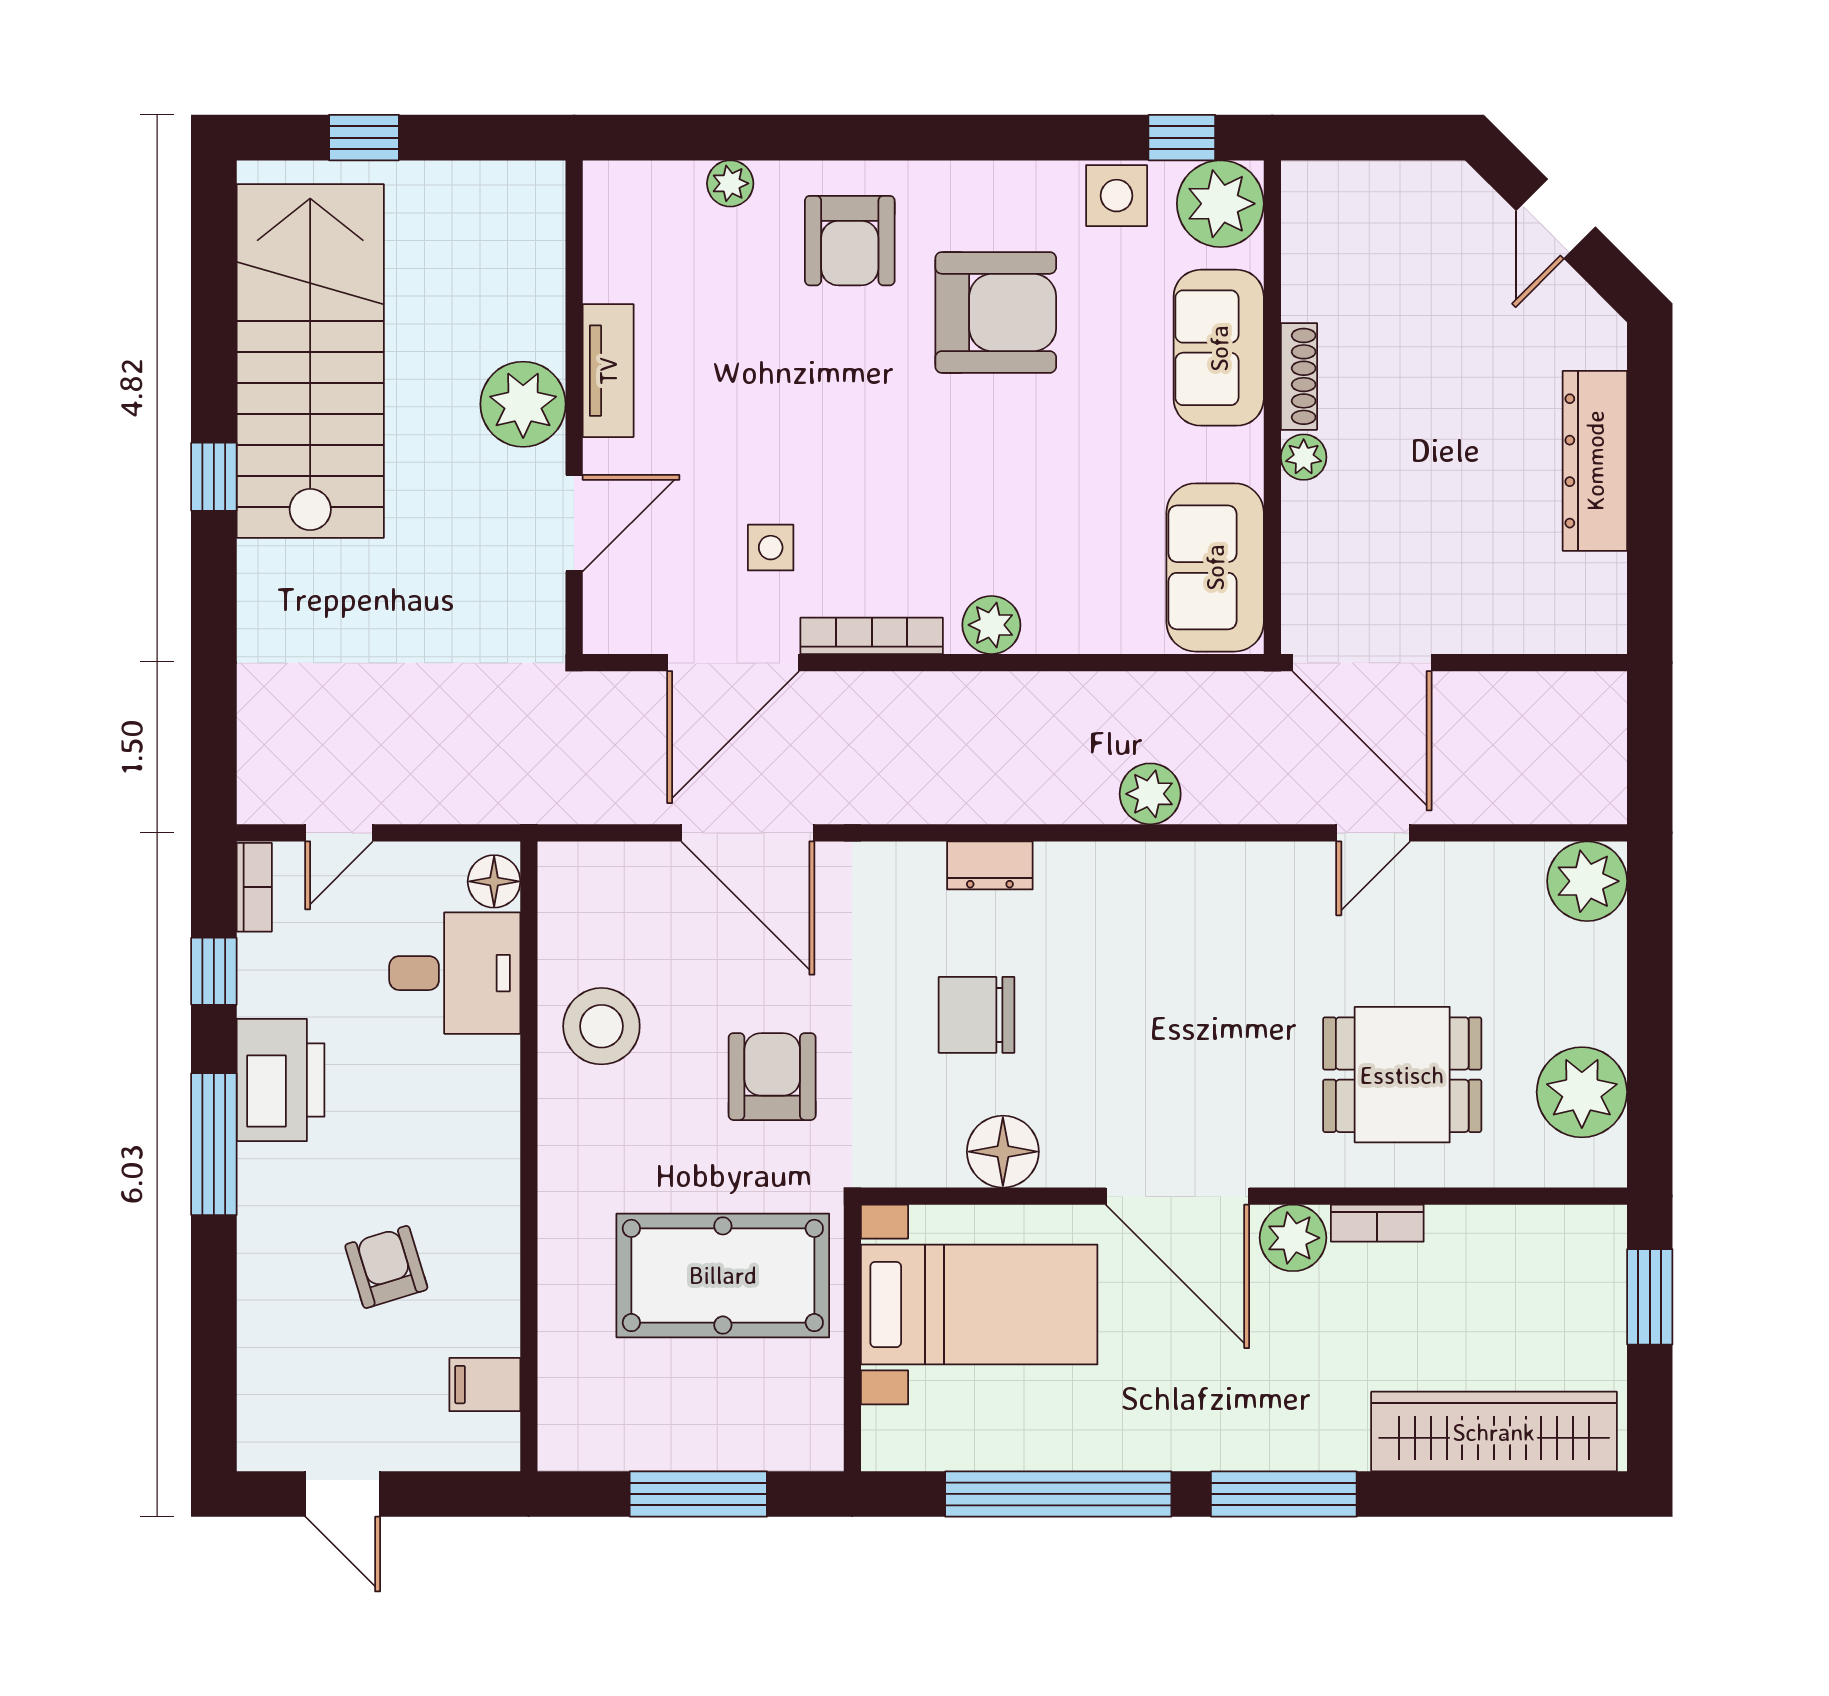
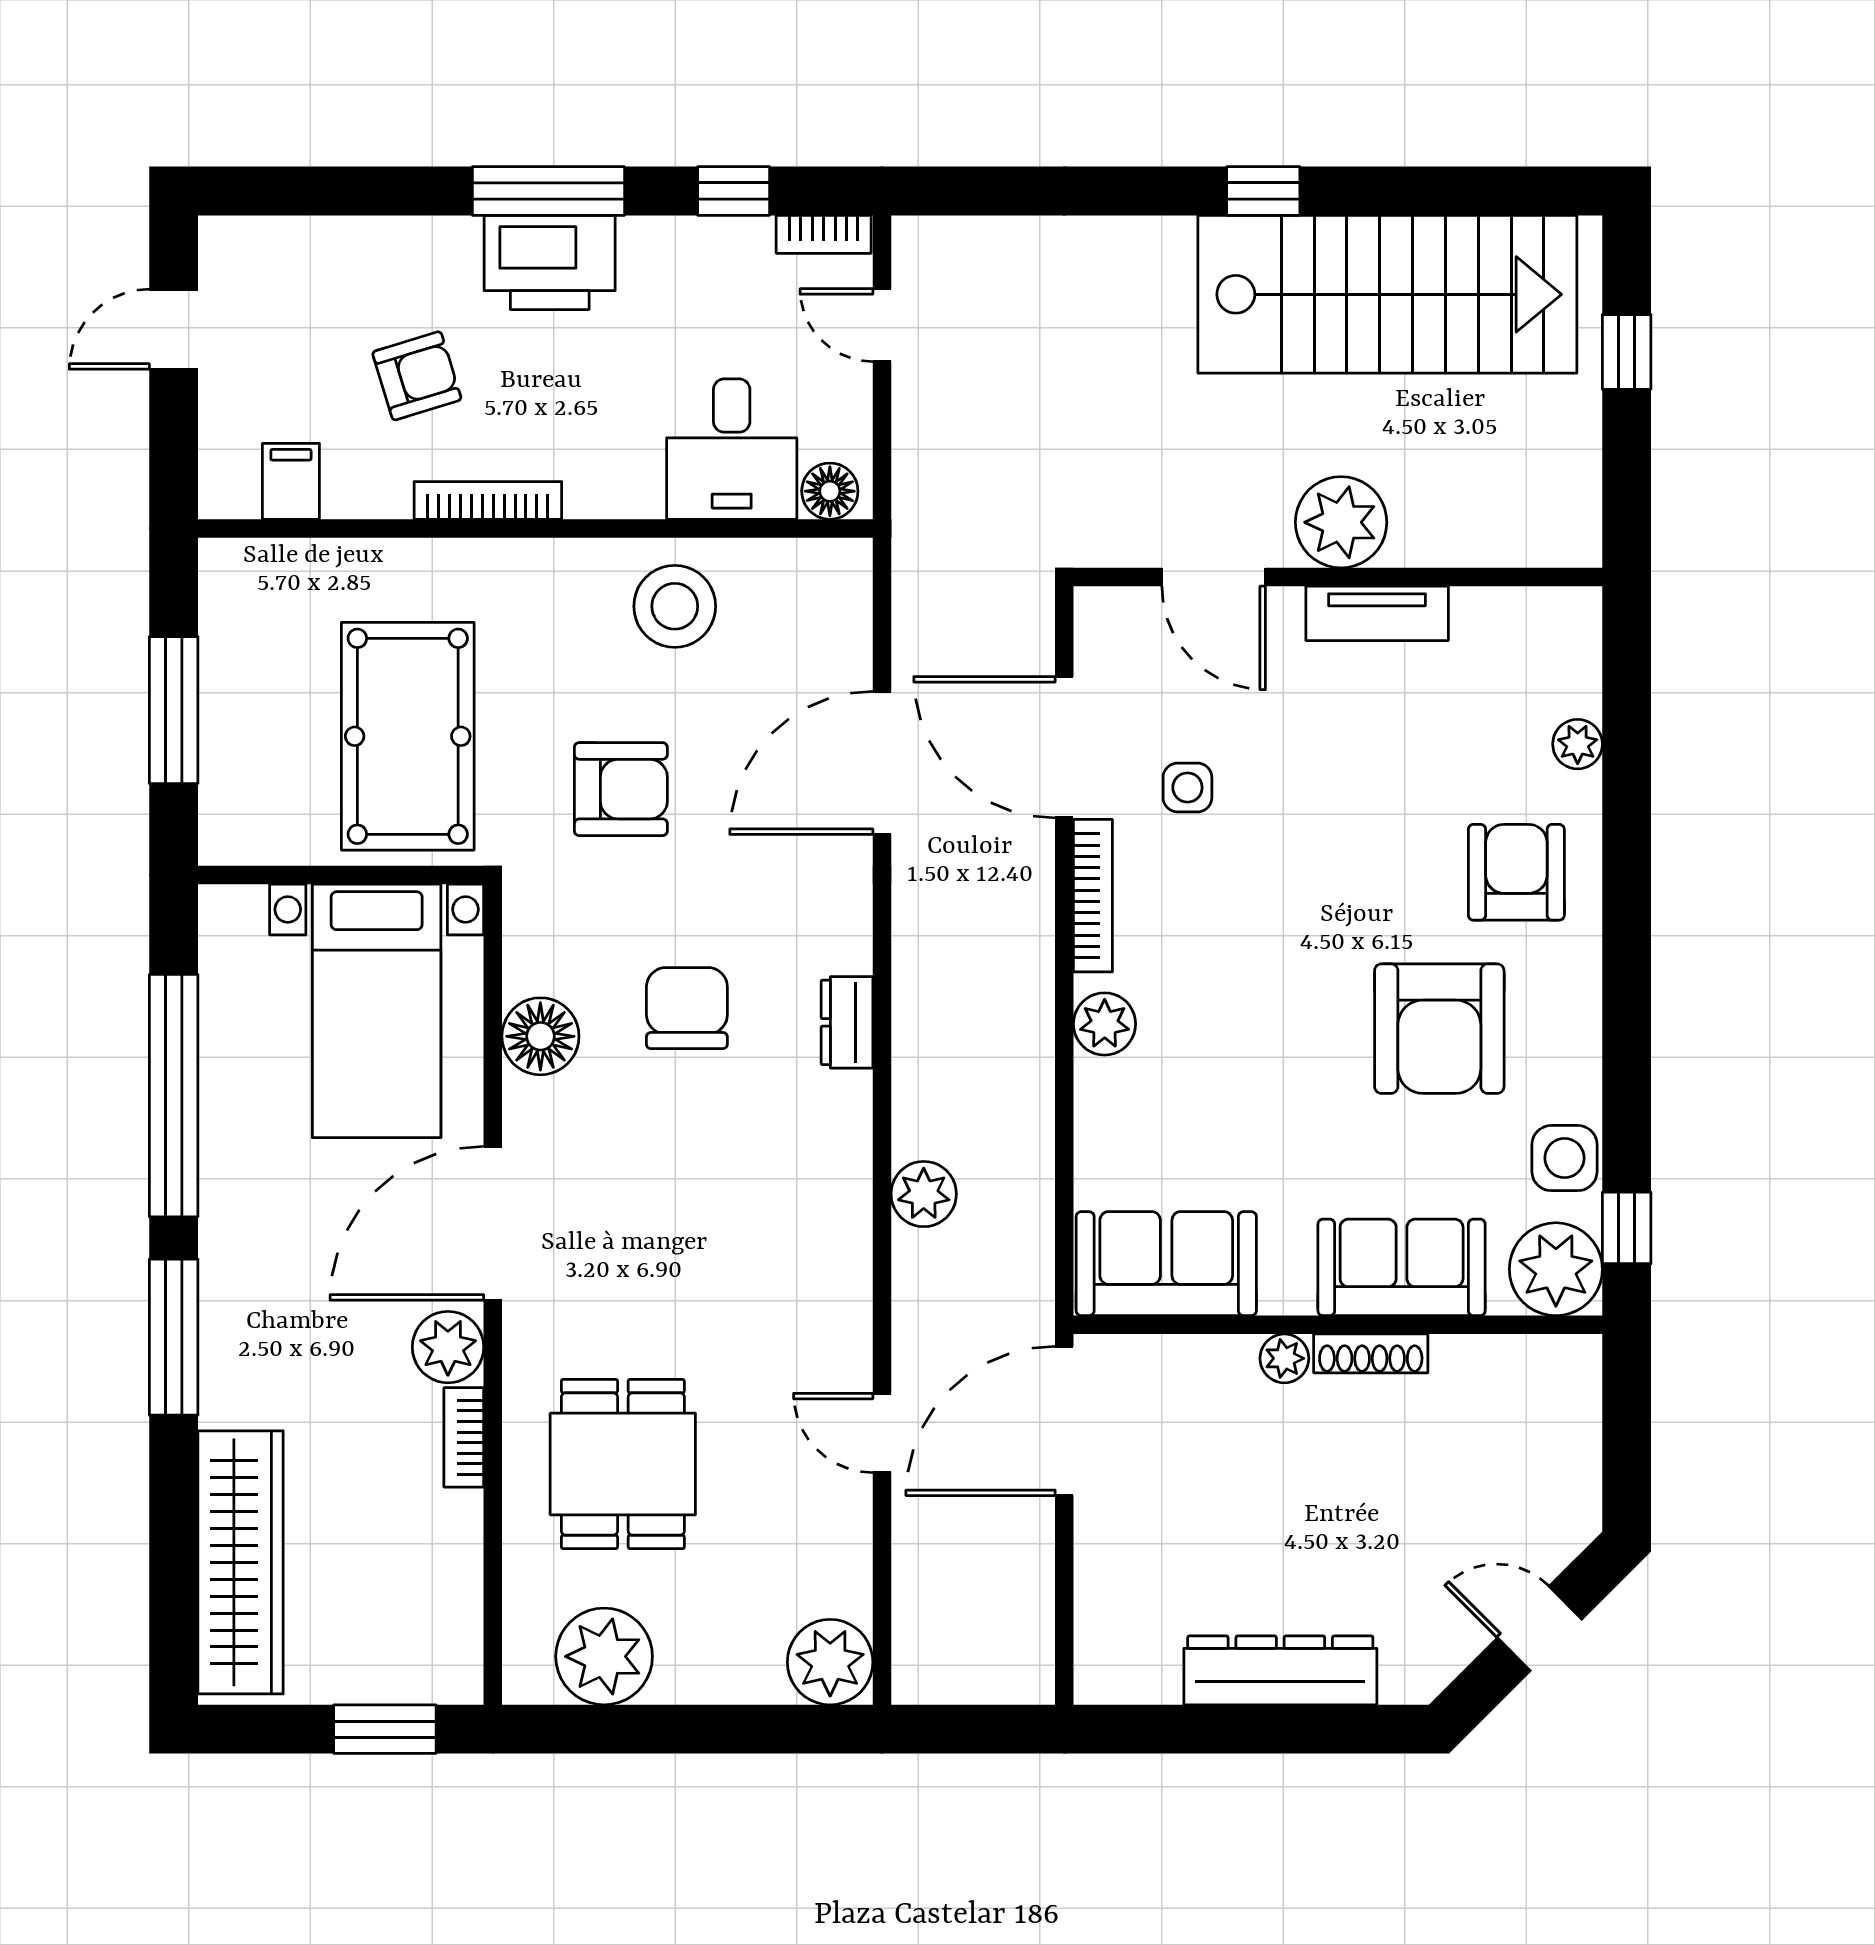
armchair: (850, 241) -> (1516, 872), turned 90
printer: (281, 1080) -> (550, 262), moved
bookcase: (503, 1201) -> (488, 500), added

